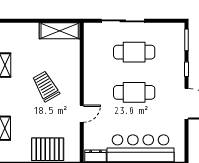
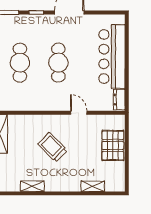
trolley: (46, 86) -> (53, 147), turned 75

